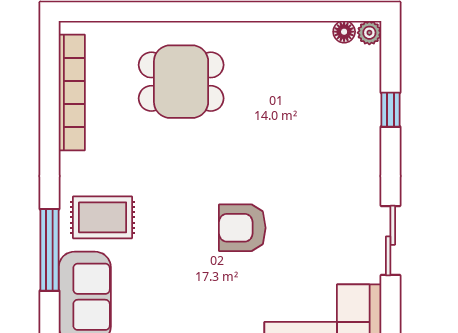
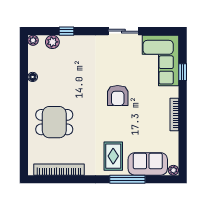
floor lamp: (344, 32) -> (33, 77), moved
plant: (366, 77) -> (52, 42), added
dining table: (181, 82) -> (54, 122), turned 90

